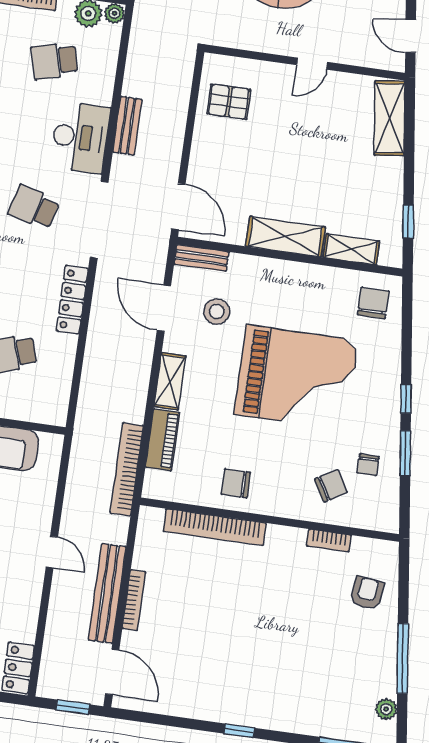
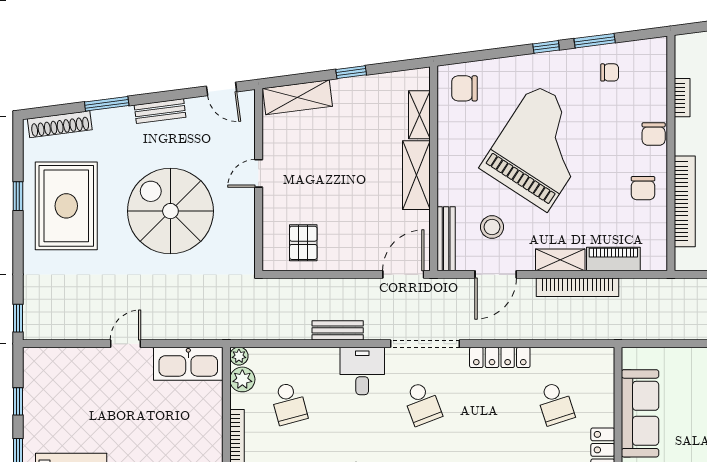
door: (411, 36) -> (222, 89), hinge flipped
door: (312, 64) -> (259, 173), swing flipped
desk: (80, 137) -> (362, 371), width x0.73
school desk: (34, 207) -> (422, 403), turned -36
window: (408, 222) -> (351, 72), moved
bench: (201, 258) -> (446, 239), width x1.36
grand piano: (296, 377) -> (541, 147), turned 33
bookcase: (127, 469) -> (577, 287), moved
chair: (331, 486) -> (654, 134), moved, turned -149

